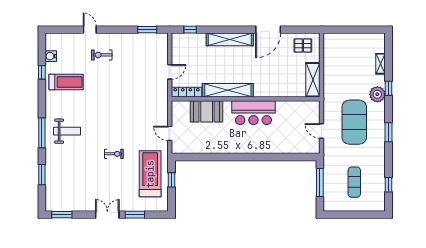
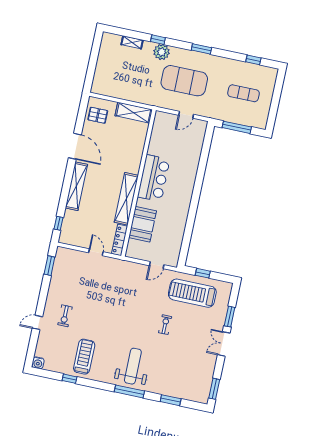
pallet: (303, 45) -> (98, 115), turned 90
water cooler: (51, 56) -> (38, 363), moved
weight bench: (67, 131) -> (133, 366), width x1.36, depth x1.33

